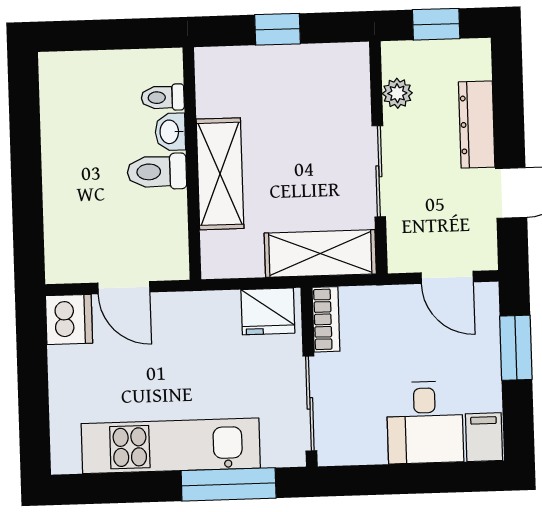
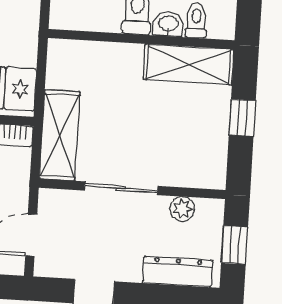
dresser: (477, 125) -> (178, 272), moved
shelving: (220, 174) -> (189, 64), moved

